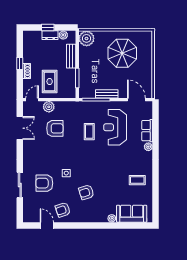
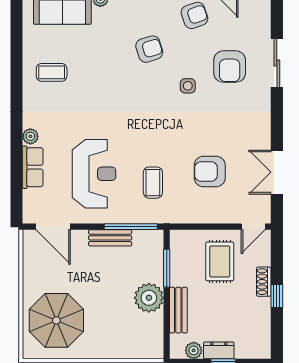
plant: (87, 38) -> (149, 298), moved
parasol: (122, 53) -> (56, 320), moved
plant: (49, 107) -> (221, 213), removed
coffee table: (89, 132) -> (153, 183), moved
armchair: (44, 183) -> (230, 67), turned 90

